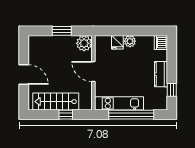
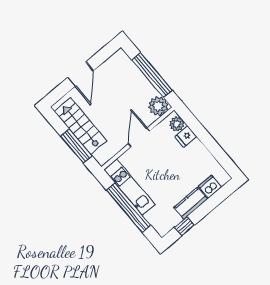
window: (62, 31) -> (152, 75), width x2.11
plant: (130, 41) -> (177, 124), moved
dishwasher: (161, 43) -> (210, 187), moved
window: (66, 115) -> (76, 146), width x2.17

